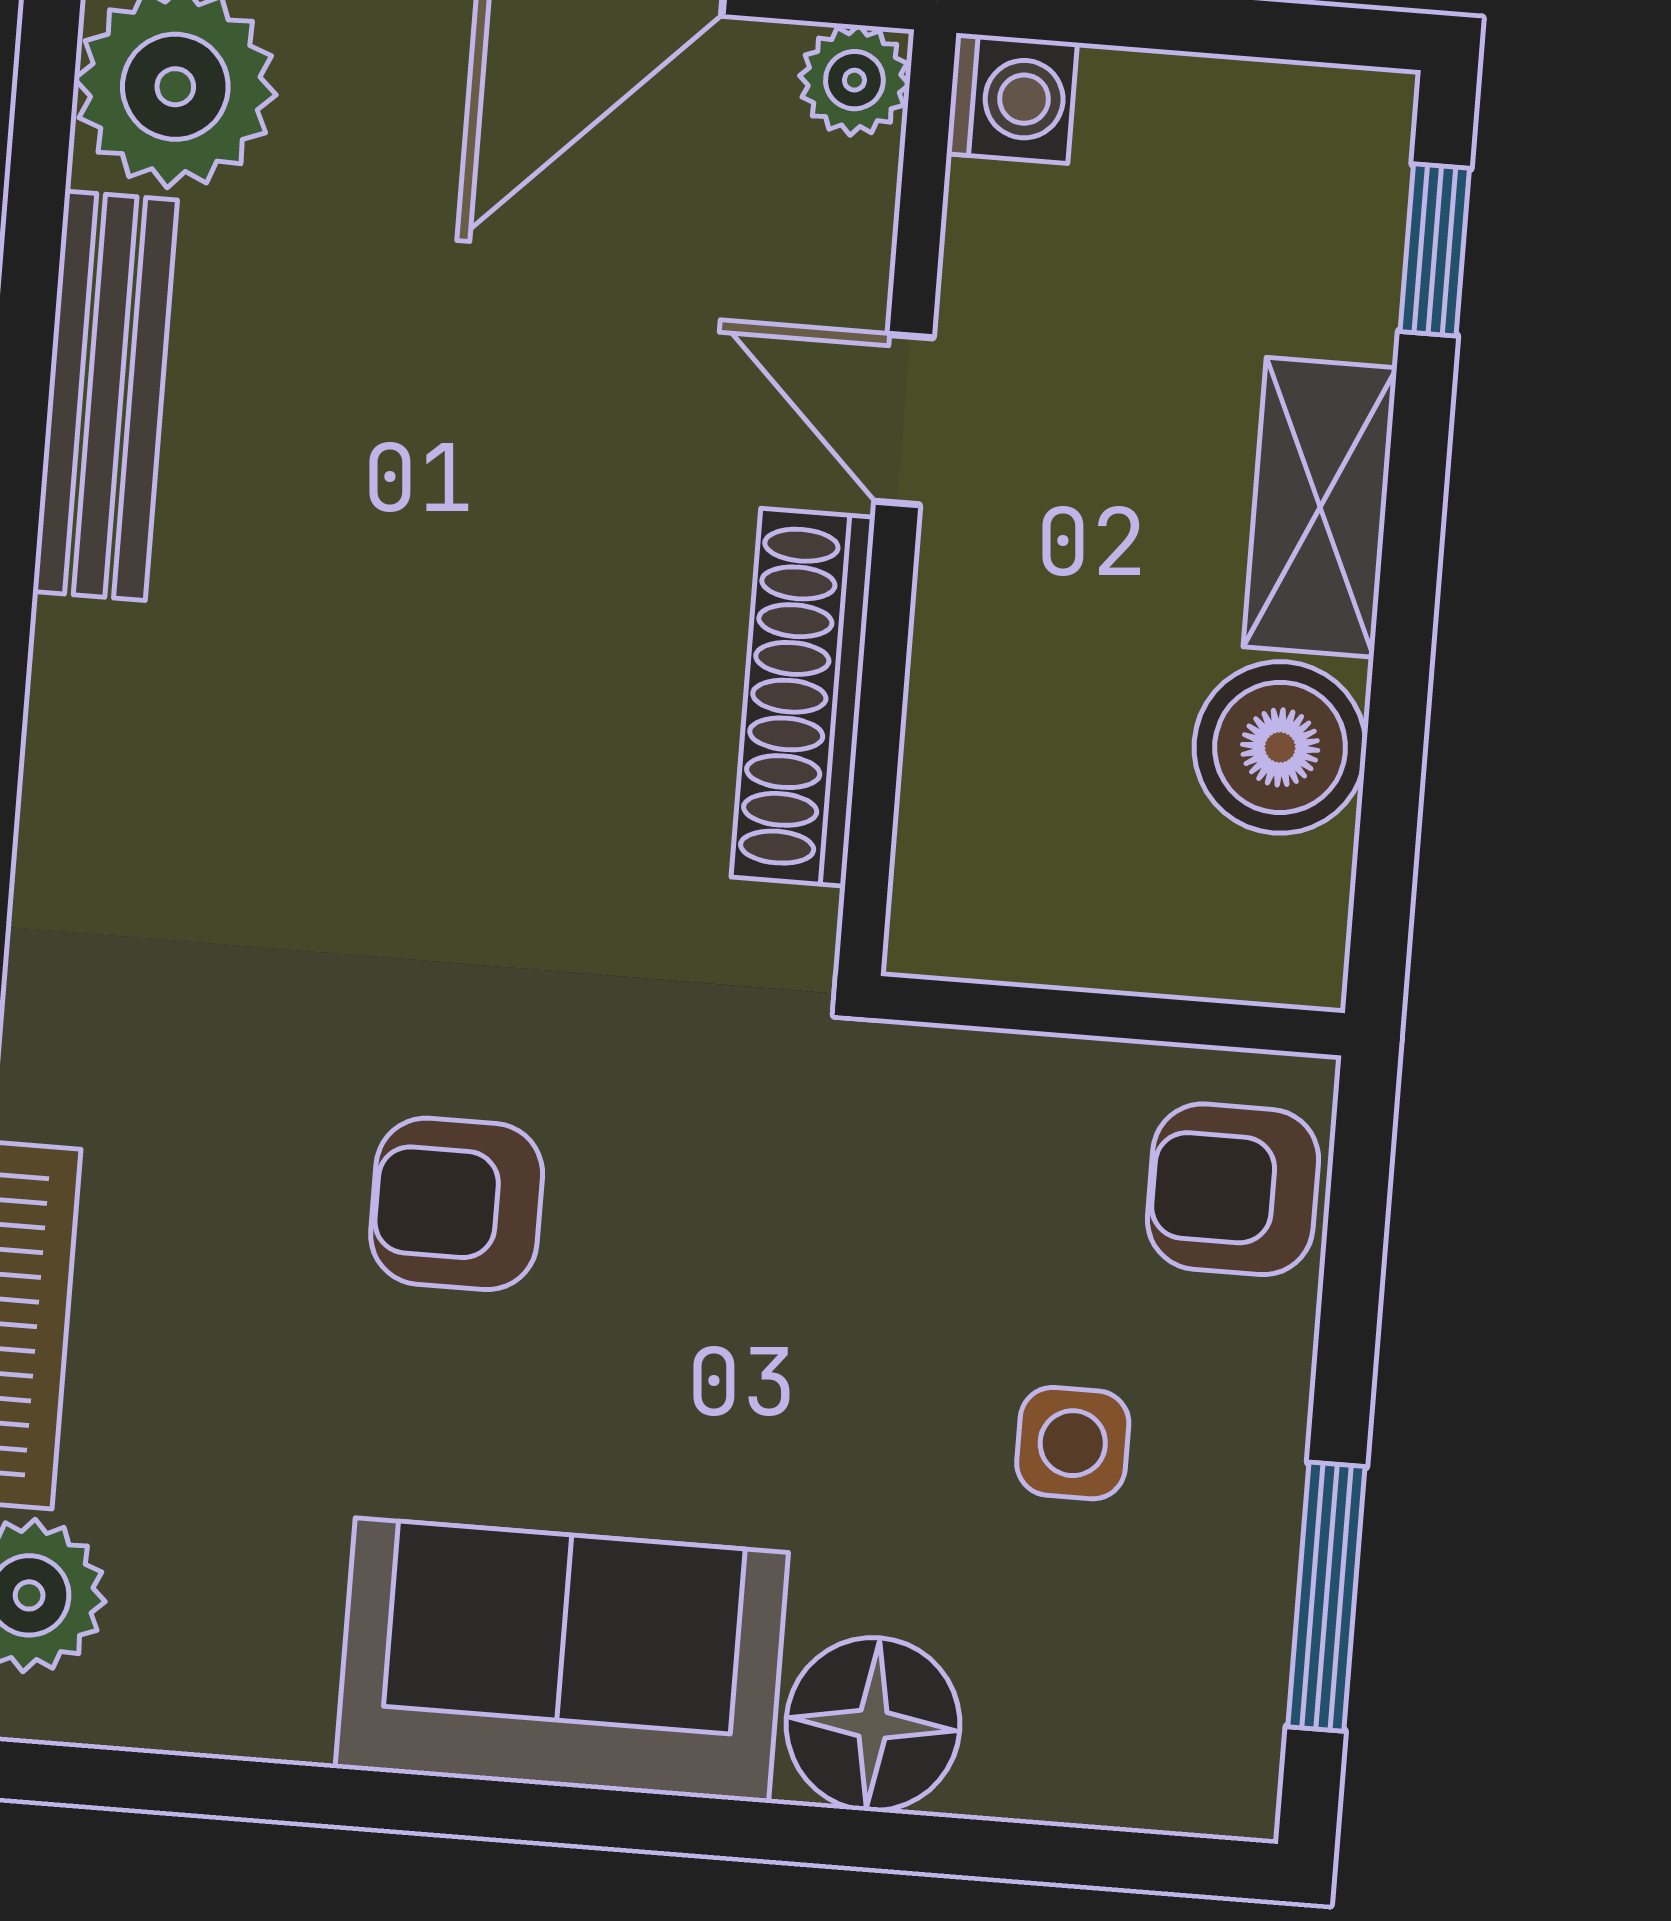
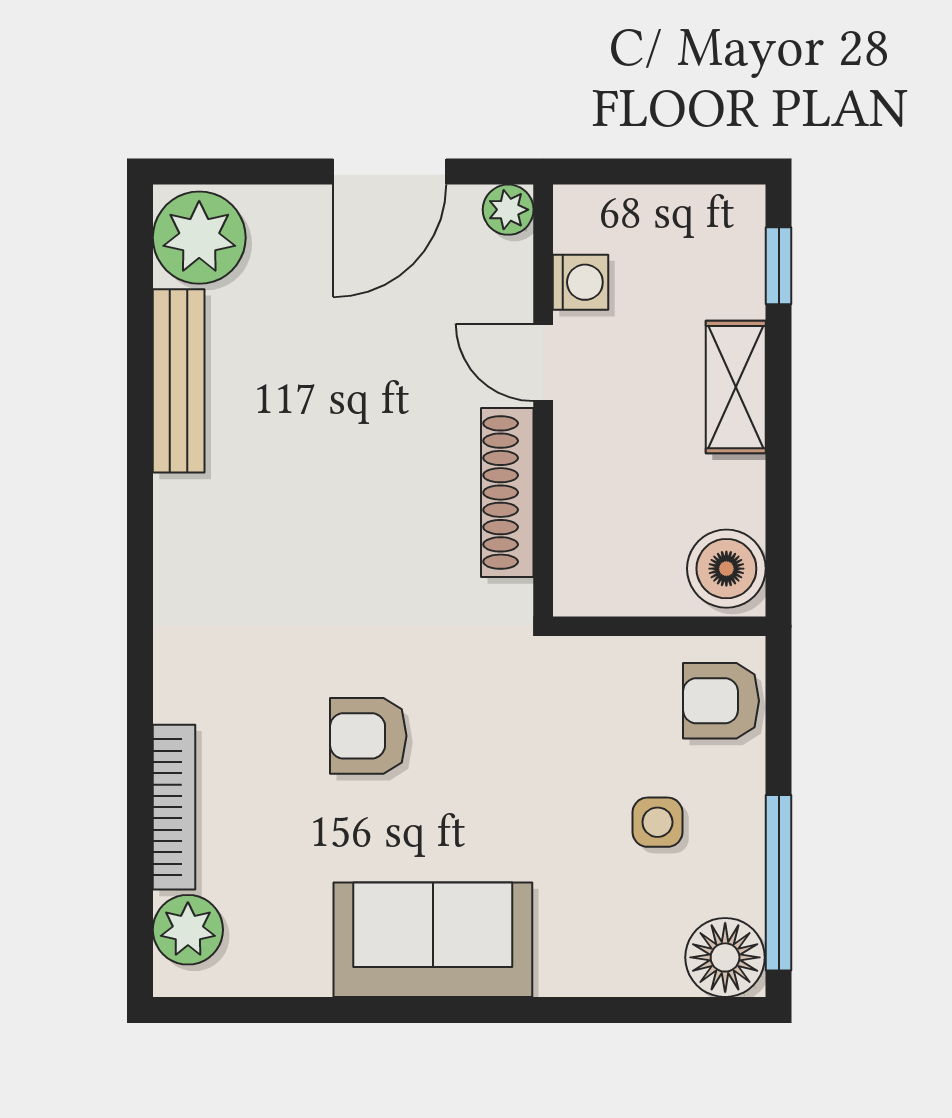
washing machine: (1012, 98) -> (581, 282), moved
boiler: (1280, 747) -> (726, 569), moved
window: (1326, 1597) -> (779, 883), width x1.44
floor lamp: (873, 1724) -> (725, 957), moved

